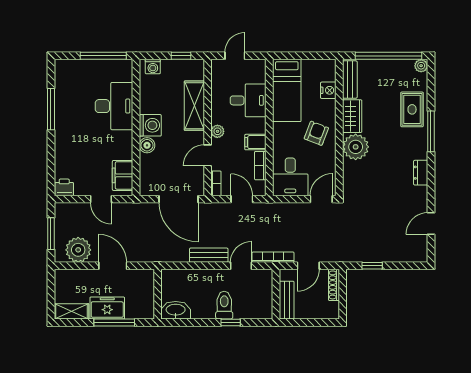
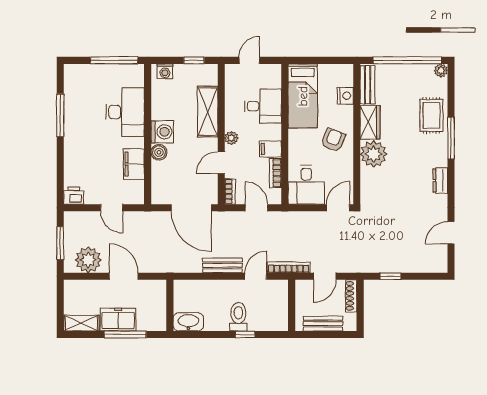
filing cabinet: (123, 175) -> (134, 164), moved
bench: (287, 300) -> (323, 324), moved, turned 90

